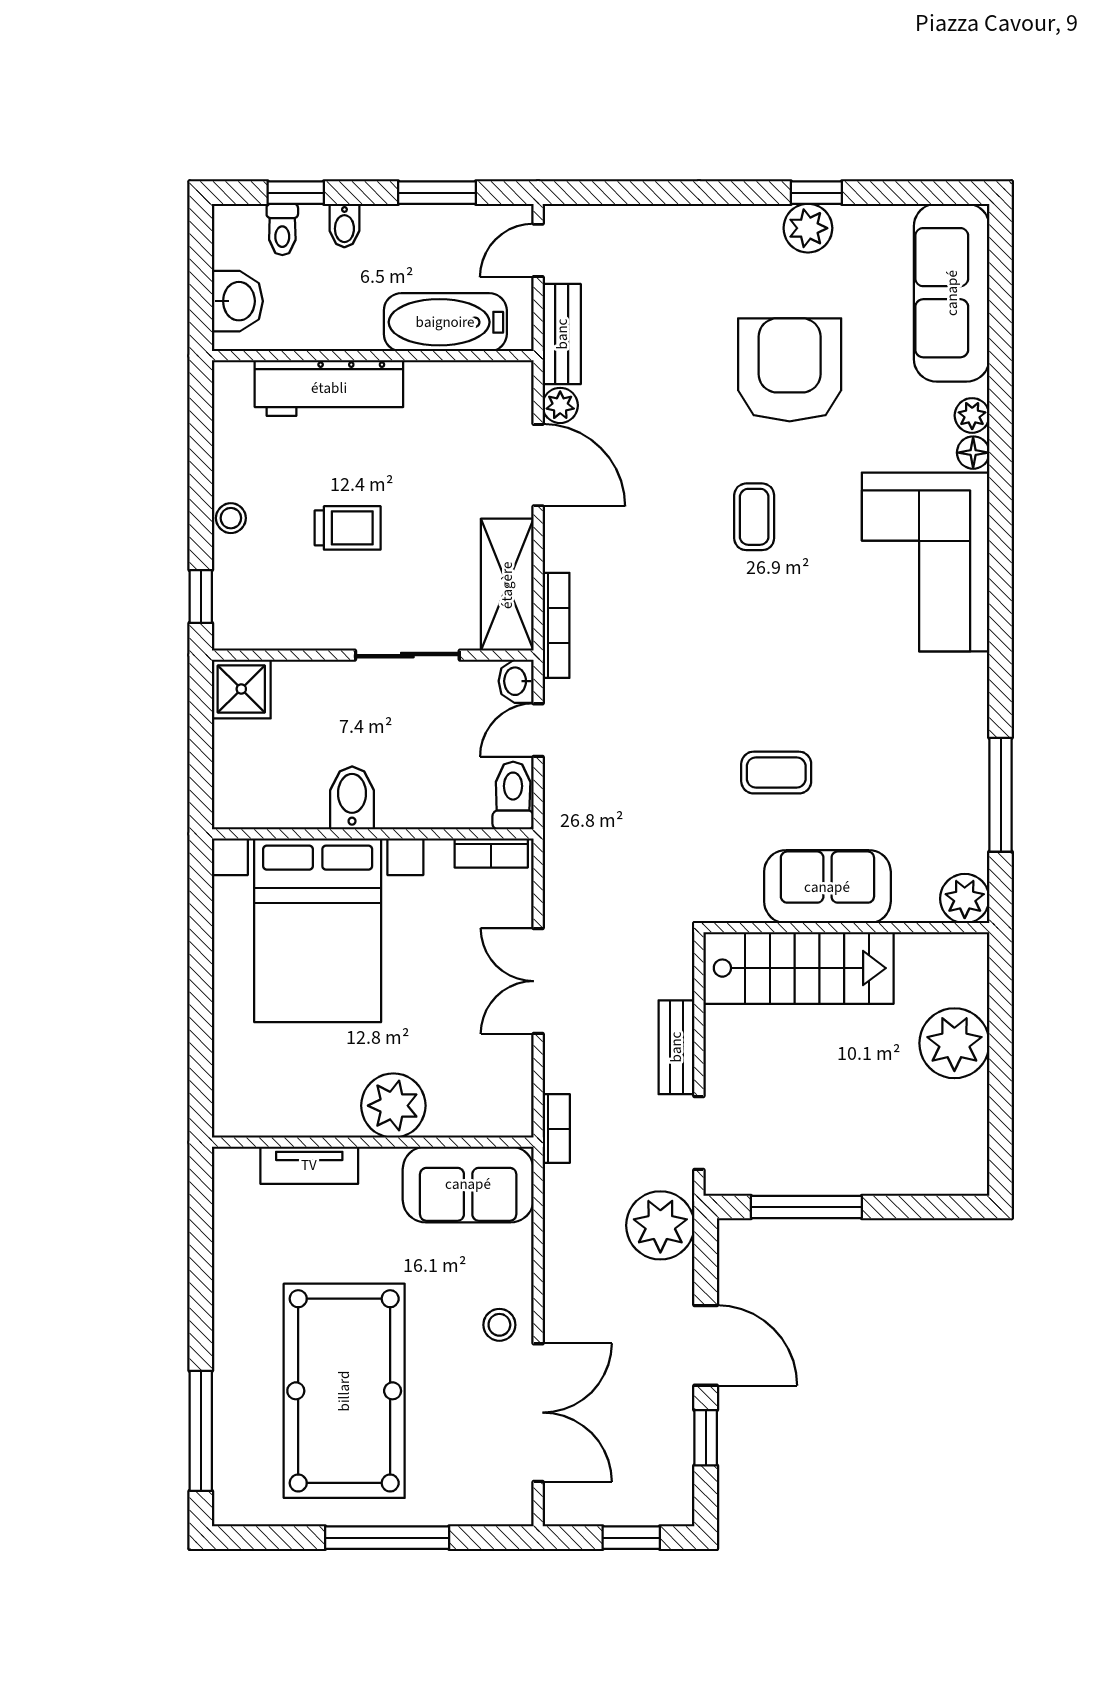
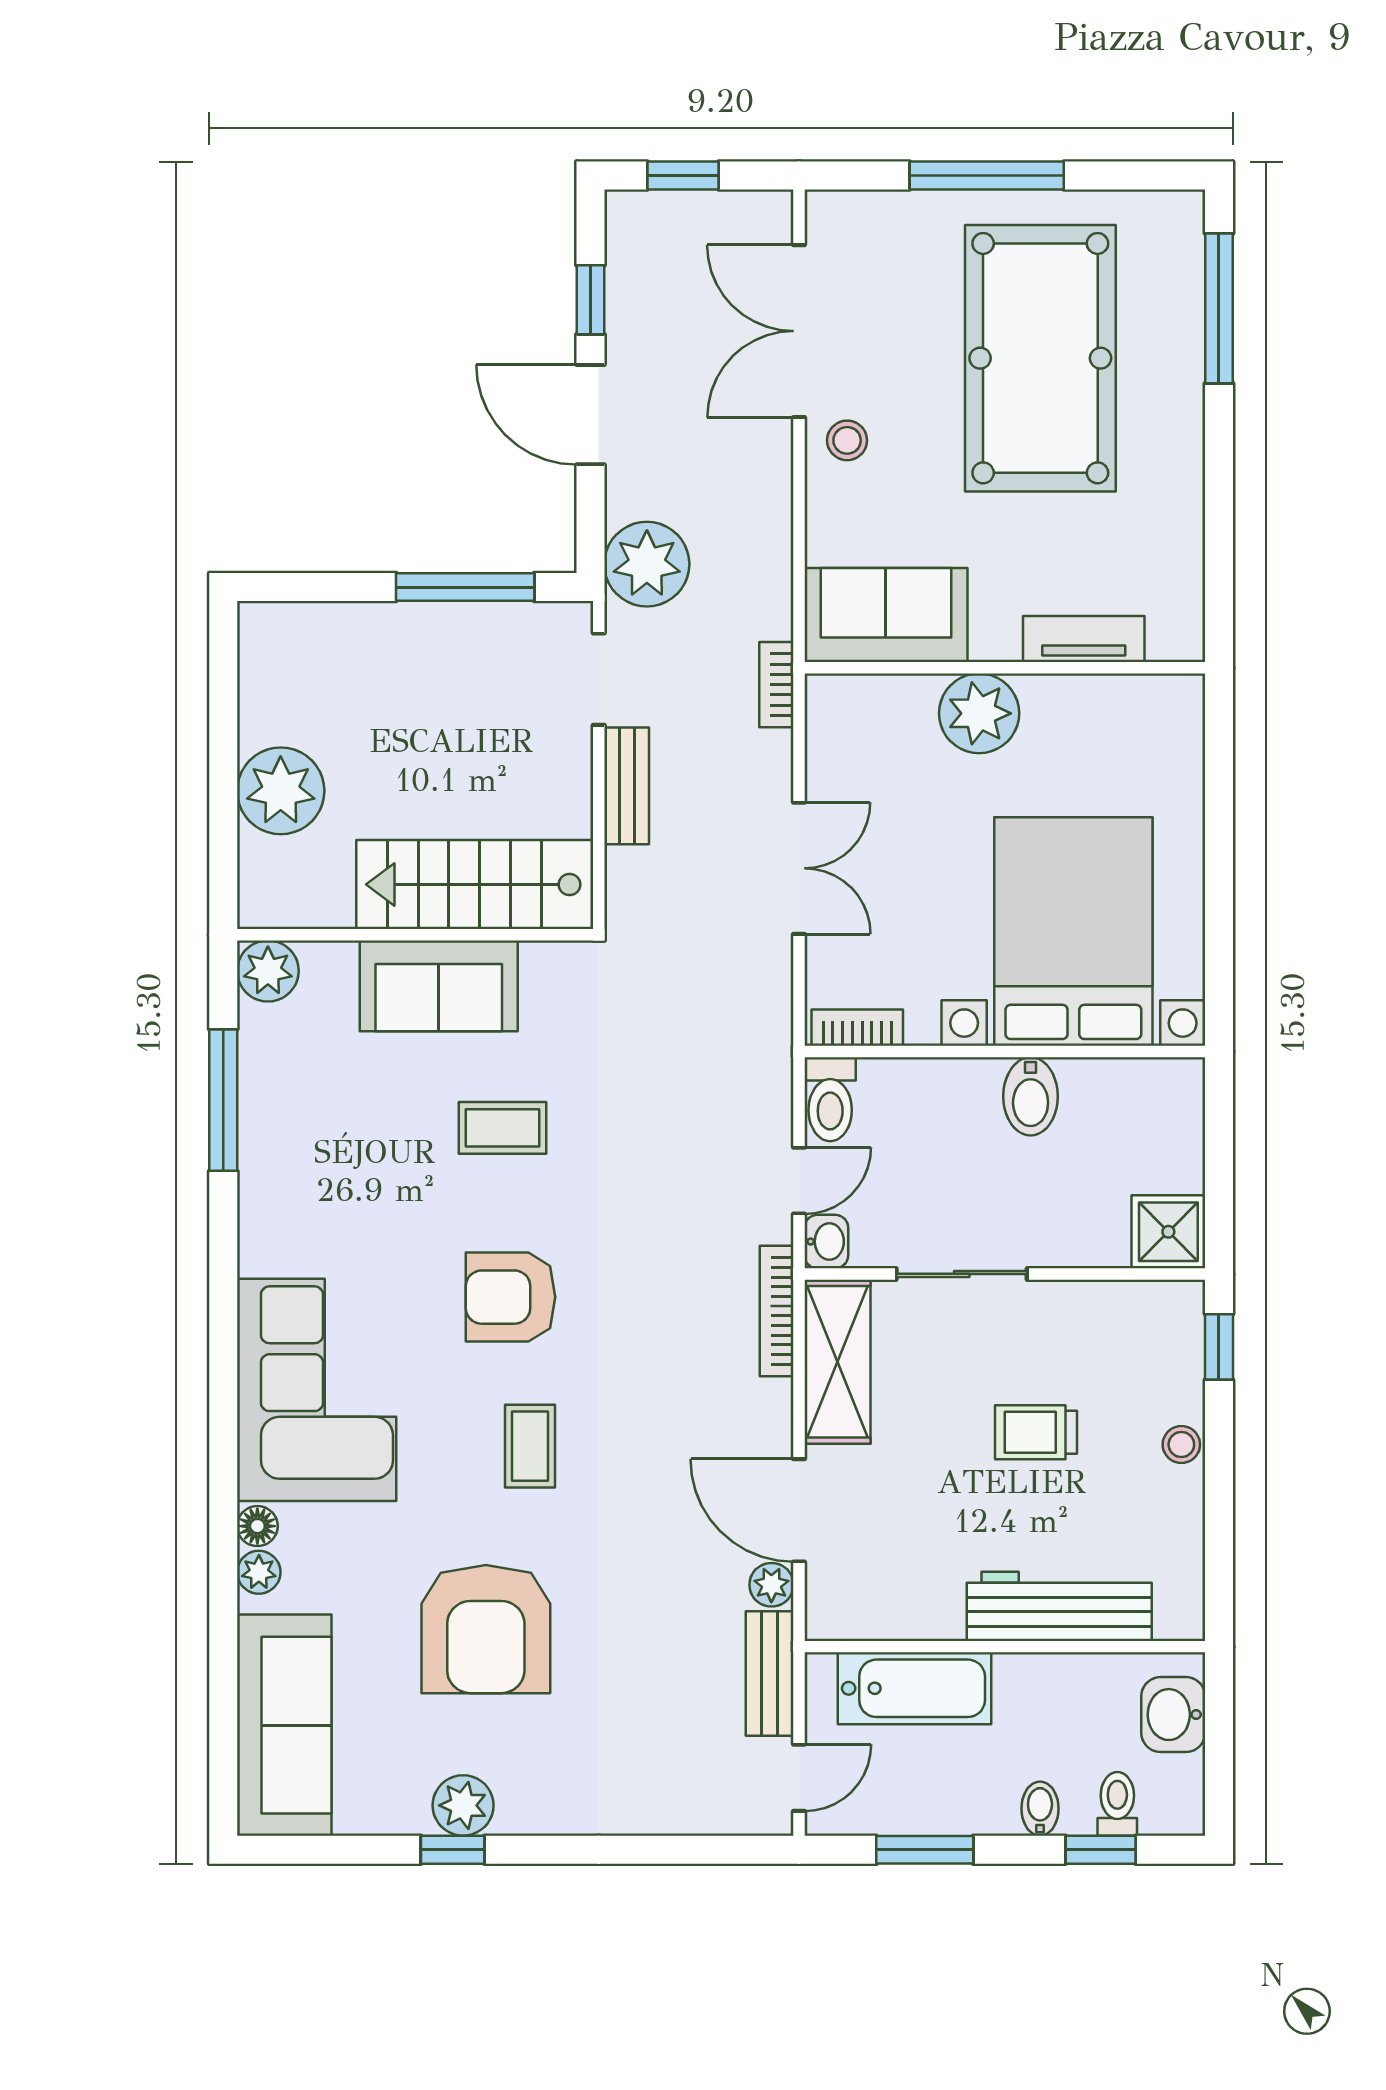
armchair: (770, 637) -> (511, 1297), added

